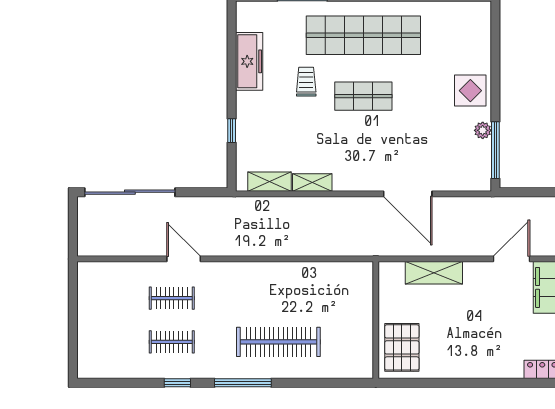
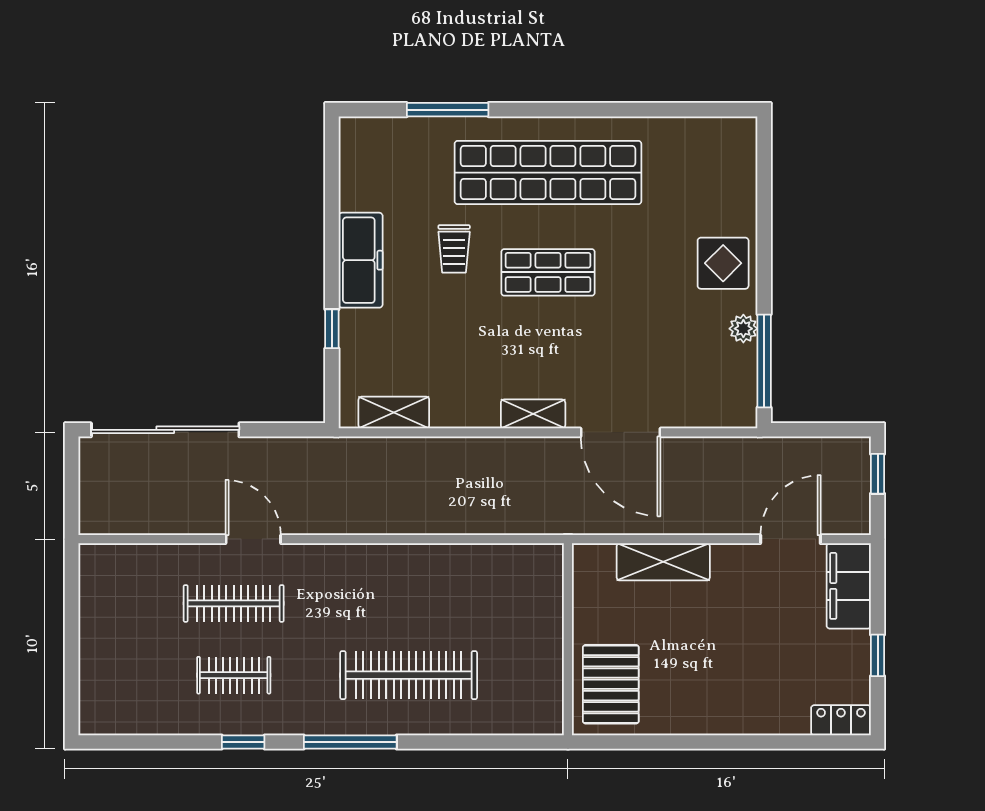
freezer: (249, 61) -> (361, 260), moved
trolley: (306, 82) -> (454, 249), turned 180
shelving: (312, 183) -> (533, 414), moved
clothes rail: (172, 298) -> (234, 603), width x1.36

